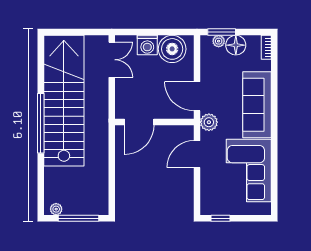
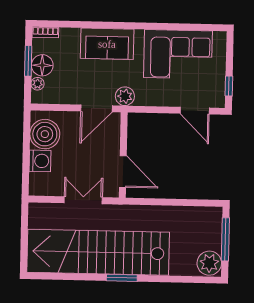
window: (222, 32) -> (28, 61), moved
double door: (112, 60) -> (83, 200), moved
sofa: (257, 105) -> (107, 44), width x0.73
window: (41, 123) -> (122, 278), width x0.47
door: (197, 154) -> (195, 111), moved
plant: (56, 209) -> (209, 263), width x1.88, depth x1.88

